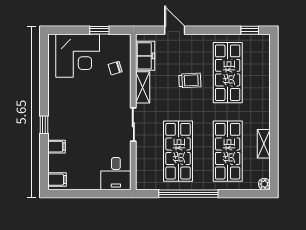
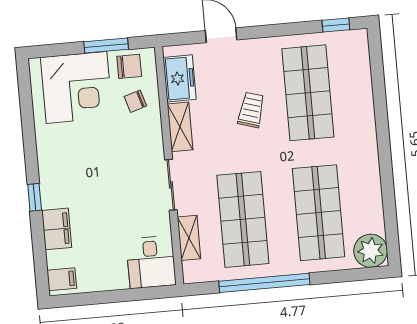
window: (99, 30) -> (106, 46), width x1.50
chair: (113, 45) -> (129, 66), added
trolley: (190, 80) -> (251, 110), turned -70
shelving: (264, 144) -> (189, 238), moved
filing cabinet: (56, 147) -> (57, 229), width x2.00
plant: (264, 184) -> (371, 251), width x1.88, depth x1.88

